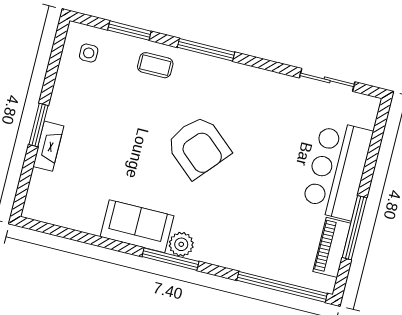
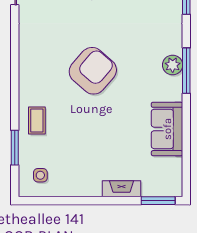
window: (206, 50) -> (15, 84), removed
window: (38, 125) -> (158, 201), moved
sofa: (137, 226) -> (167, 129), moved

